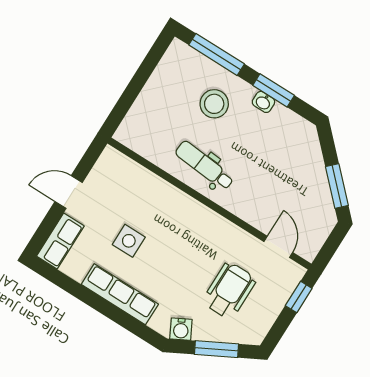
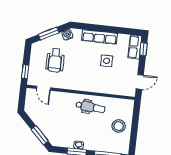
stool: (214, 104) -> (119, 126), moved
window: (337, 186) -> (40, 135), moved
door: (69, 192) -> (140, 82), moved
window: (45, 229) -> (143, 49), added

